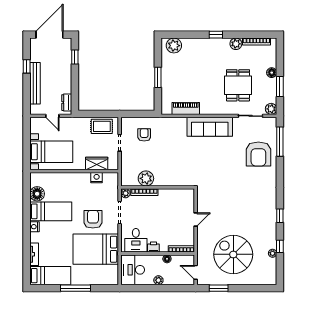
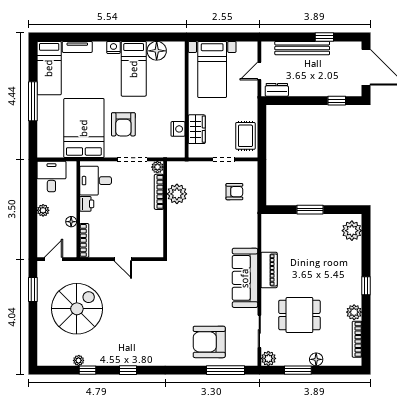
piano: (186, 108) -> (269, 270), moved
armchair: (93, 219) -> (123, 124), turned 90
desk: (133, 270) -> (51, 177), width x0.73

